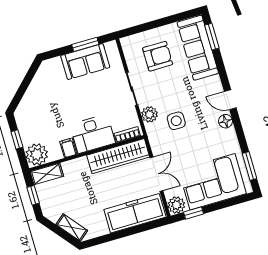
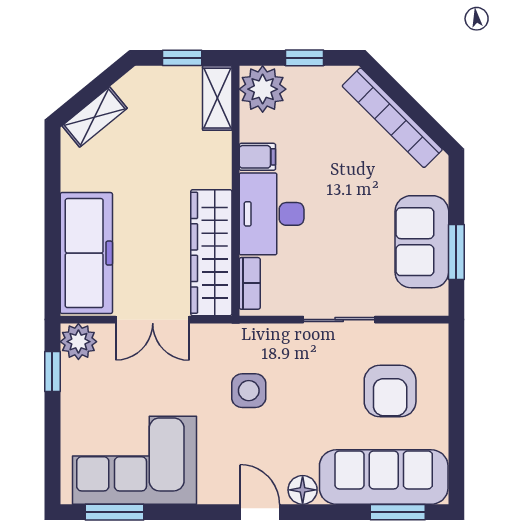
bookcase: (33, 91) -> (392, 118), added
door: (230, 100) -> (260, 512), hinge flipped
plant: (150, 114) -> (277, 340), removed
floor lamp: (225, 121) -> (303, 490), moved
corner sofa: (212, 182) -> (134, 460), moved, turned -90

